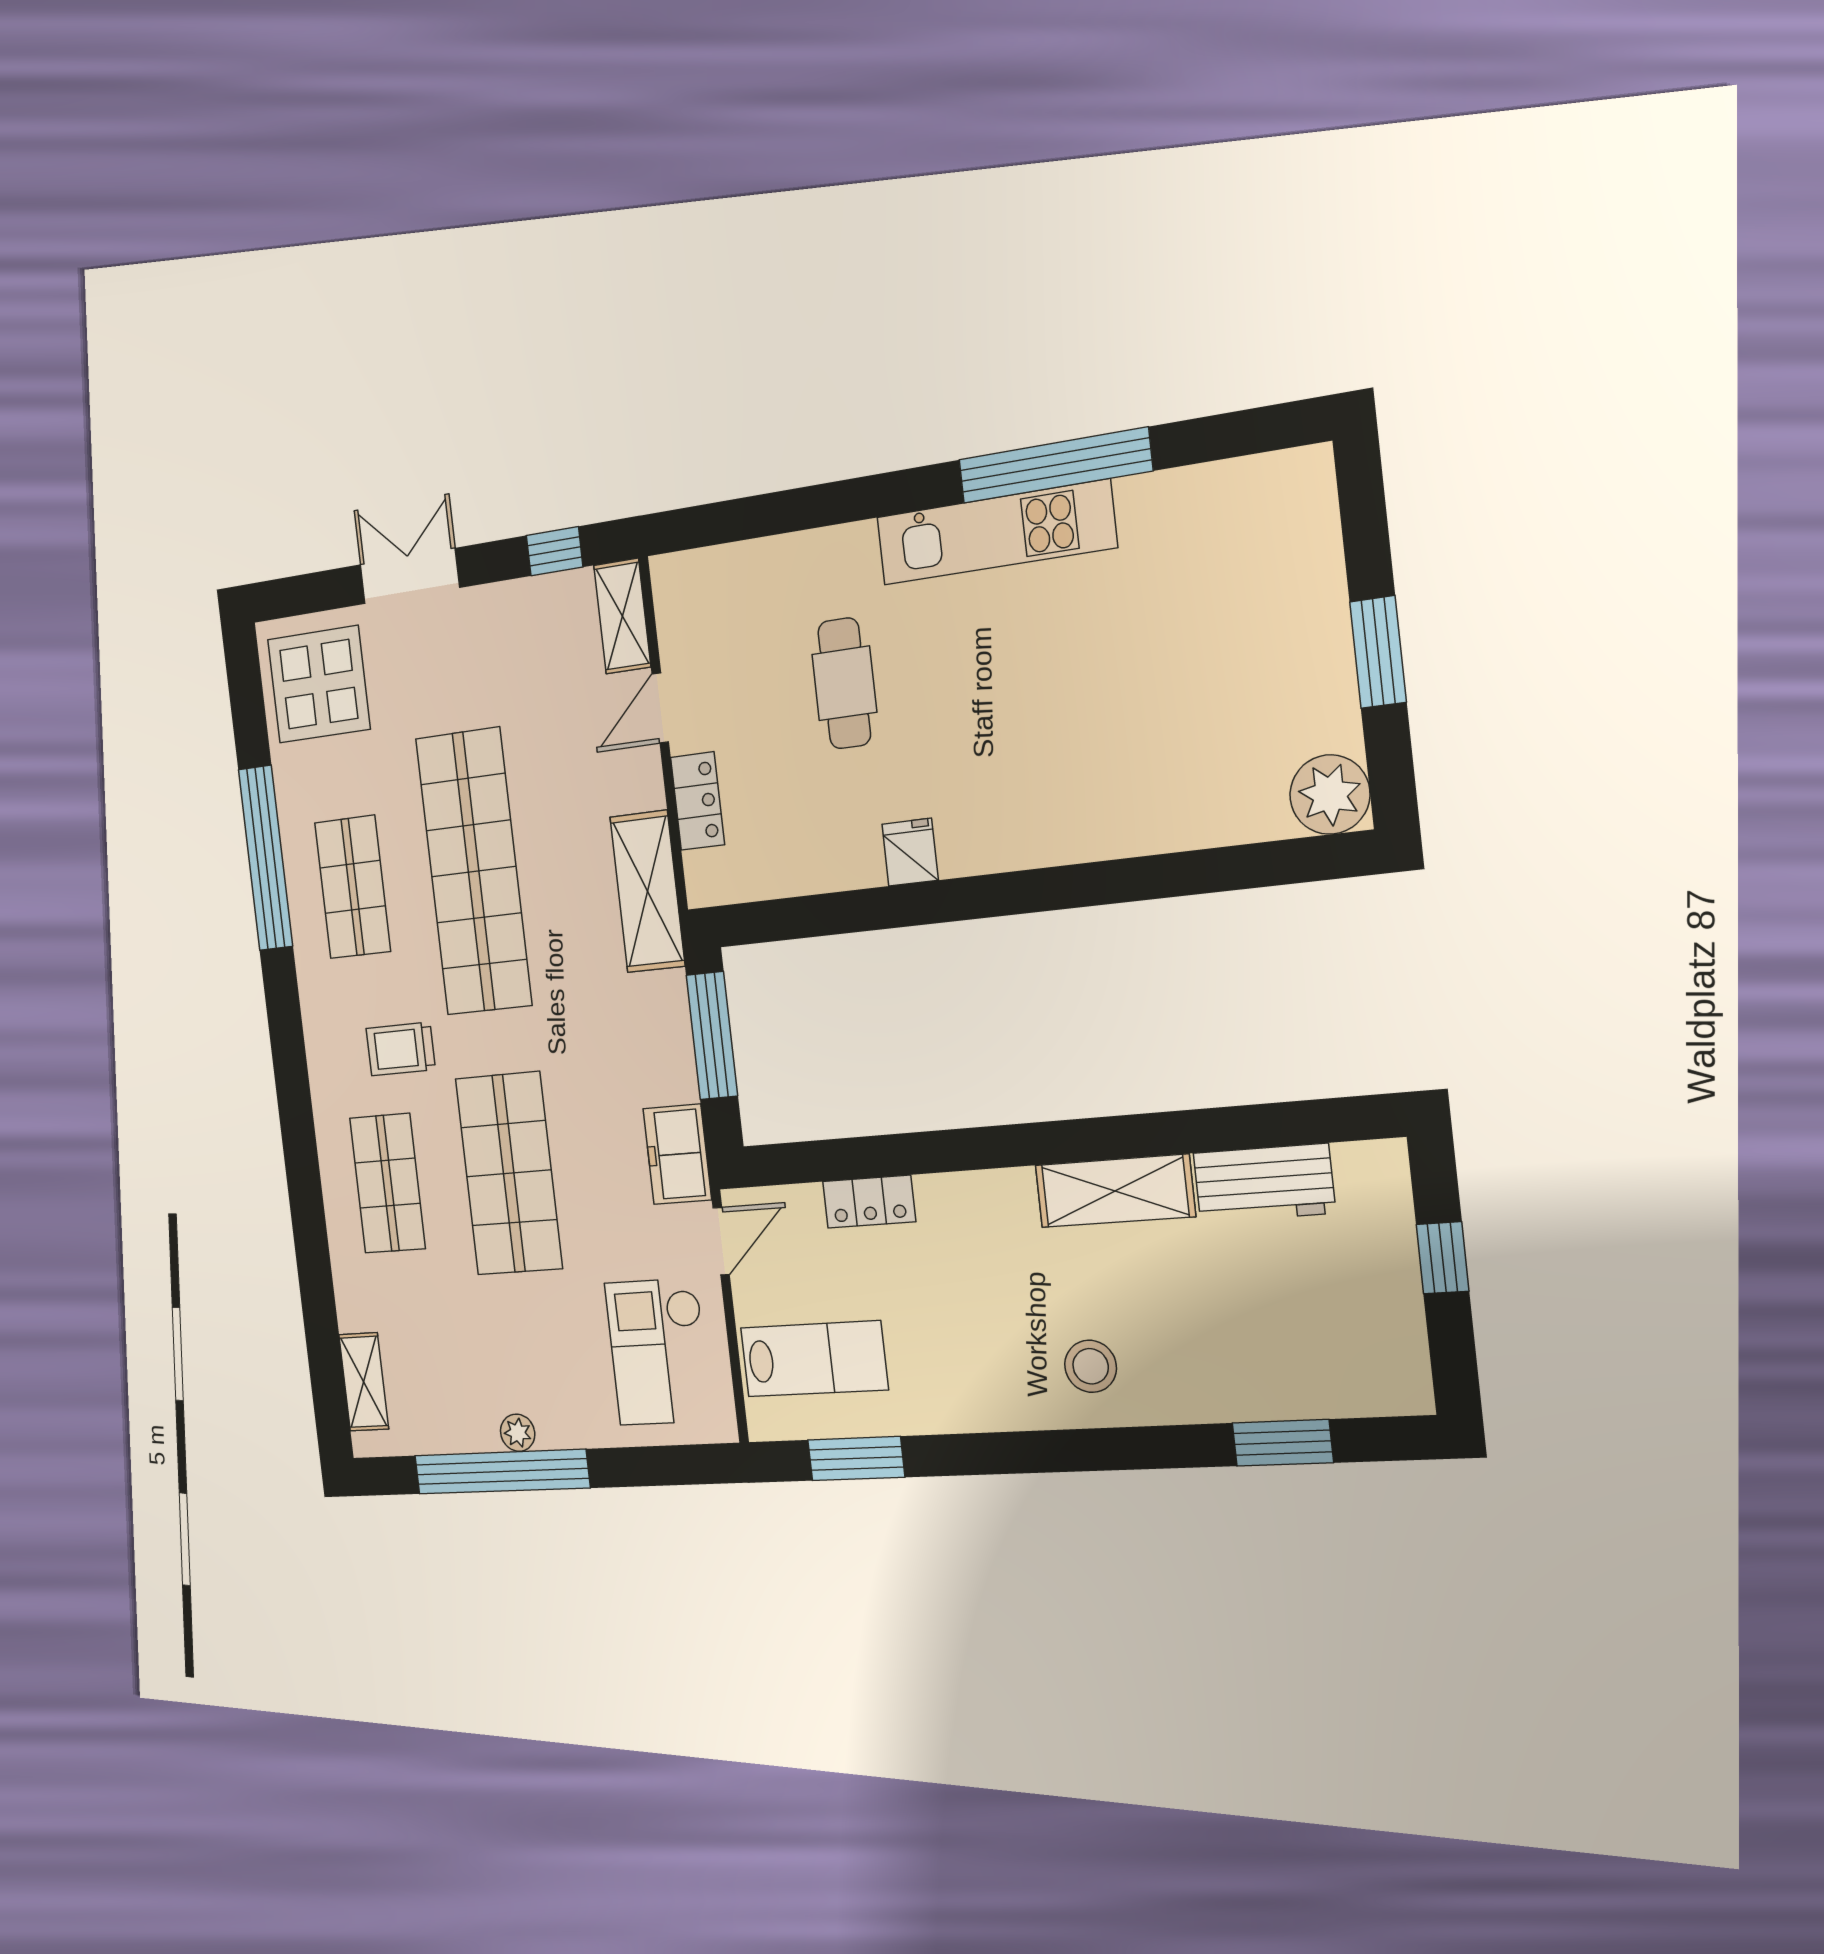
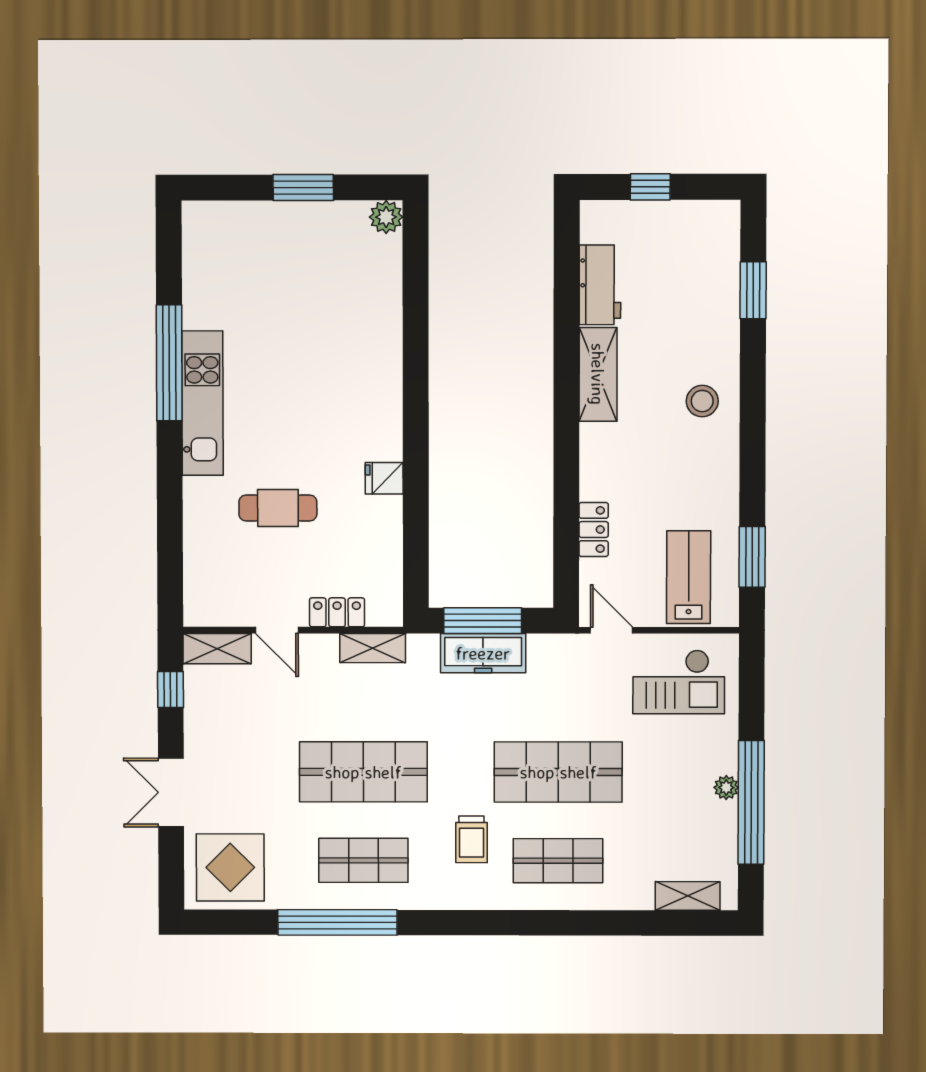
plant: (1330, 795) -> (386, 217), width x0.73, depth x0.73
shop shelf: (474, 872) -> (363, 772), width x0.71
shelving: (647, 891) -> (373, 648), width x0.67, depth x0.75
freezer: (677, 1154) -> (483, 653), moved, width x1.40

